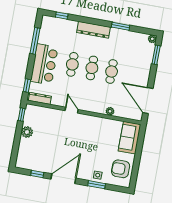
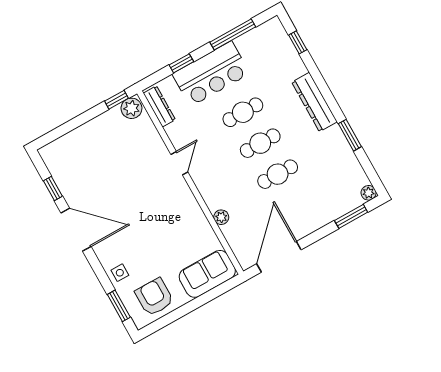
window: (27, 86) -> (181, 63), moved
plant: (27, 132) -> (131, 108), moved
window: (97, 185) -> (119, 306), moved

